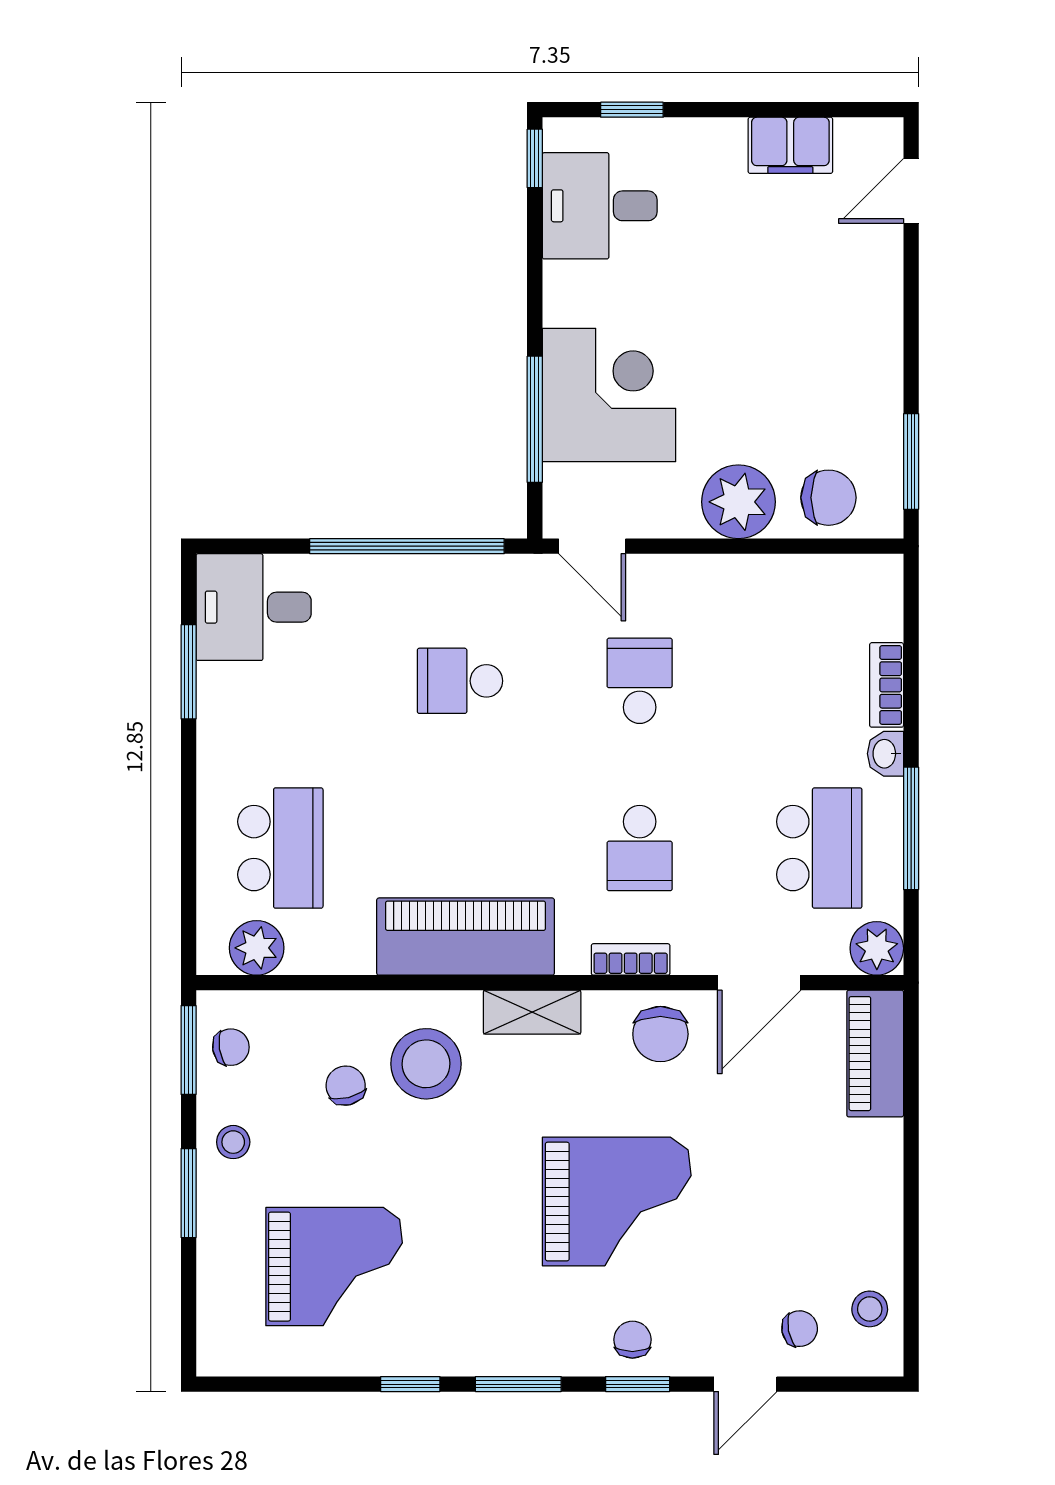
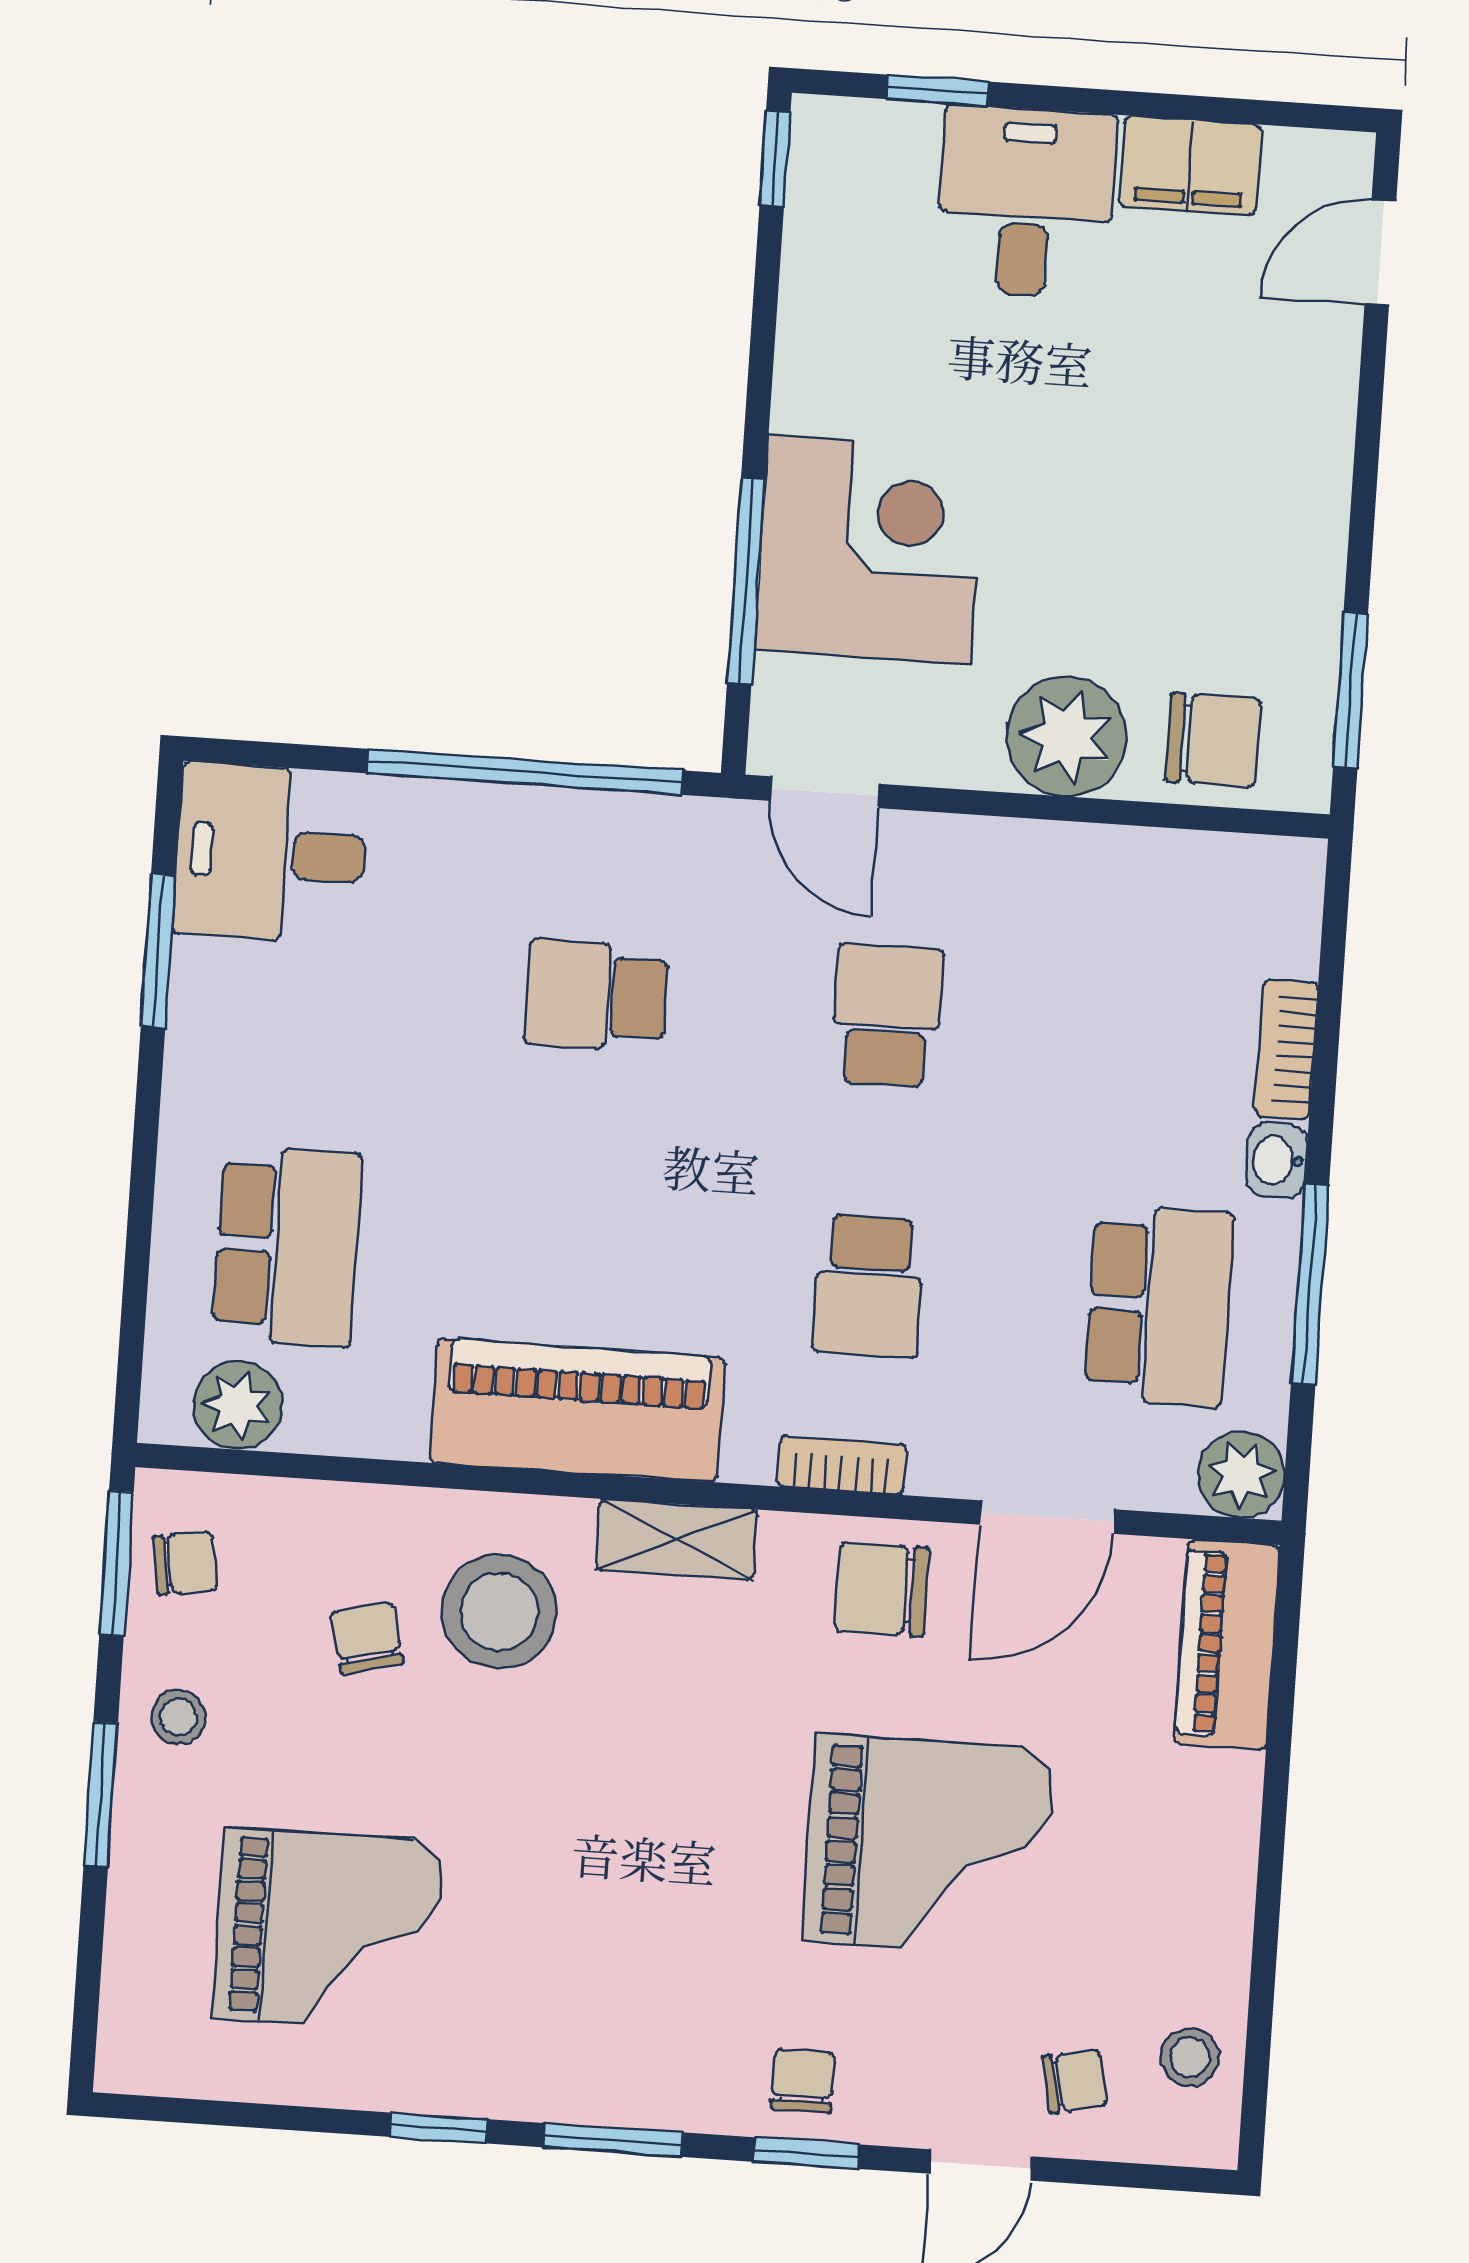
desk: (600, 206) -> (1026, 202), moved, turned 90
chair: (660, 1034) -> (882, 1589), turned 90
grand piano: (617, 1202) -> (928, 1845), moved

